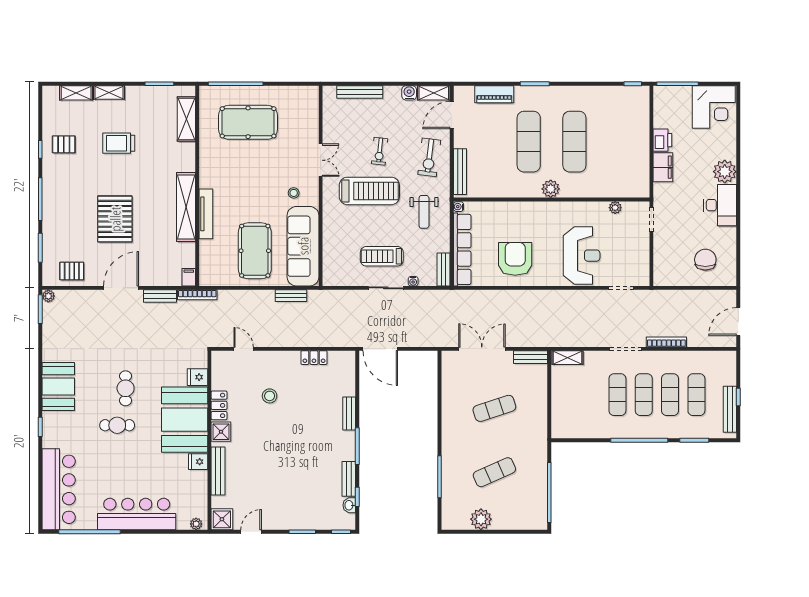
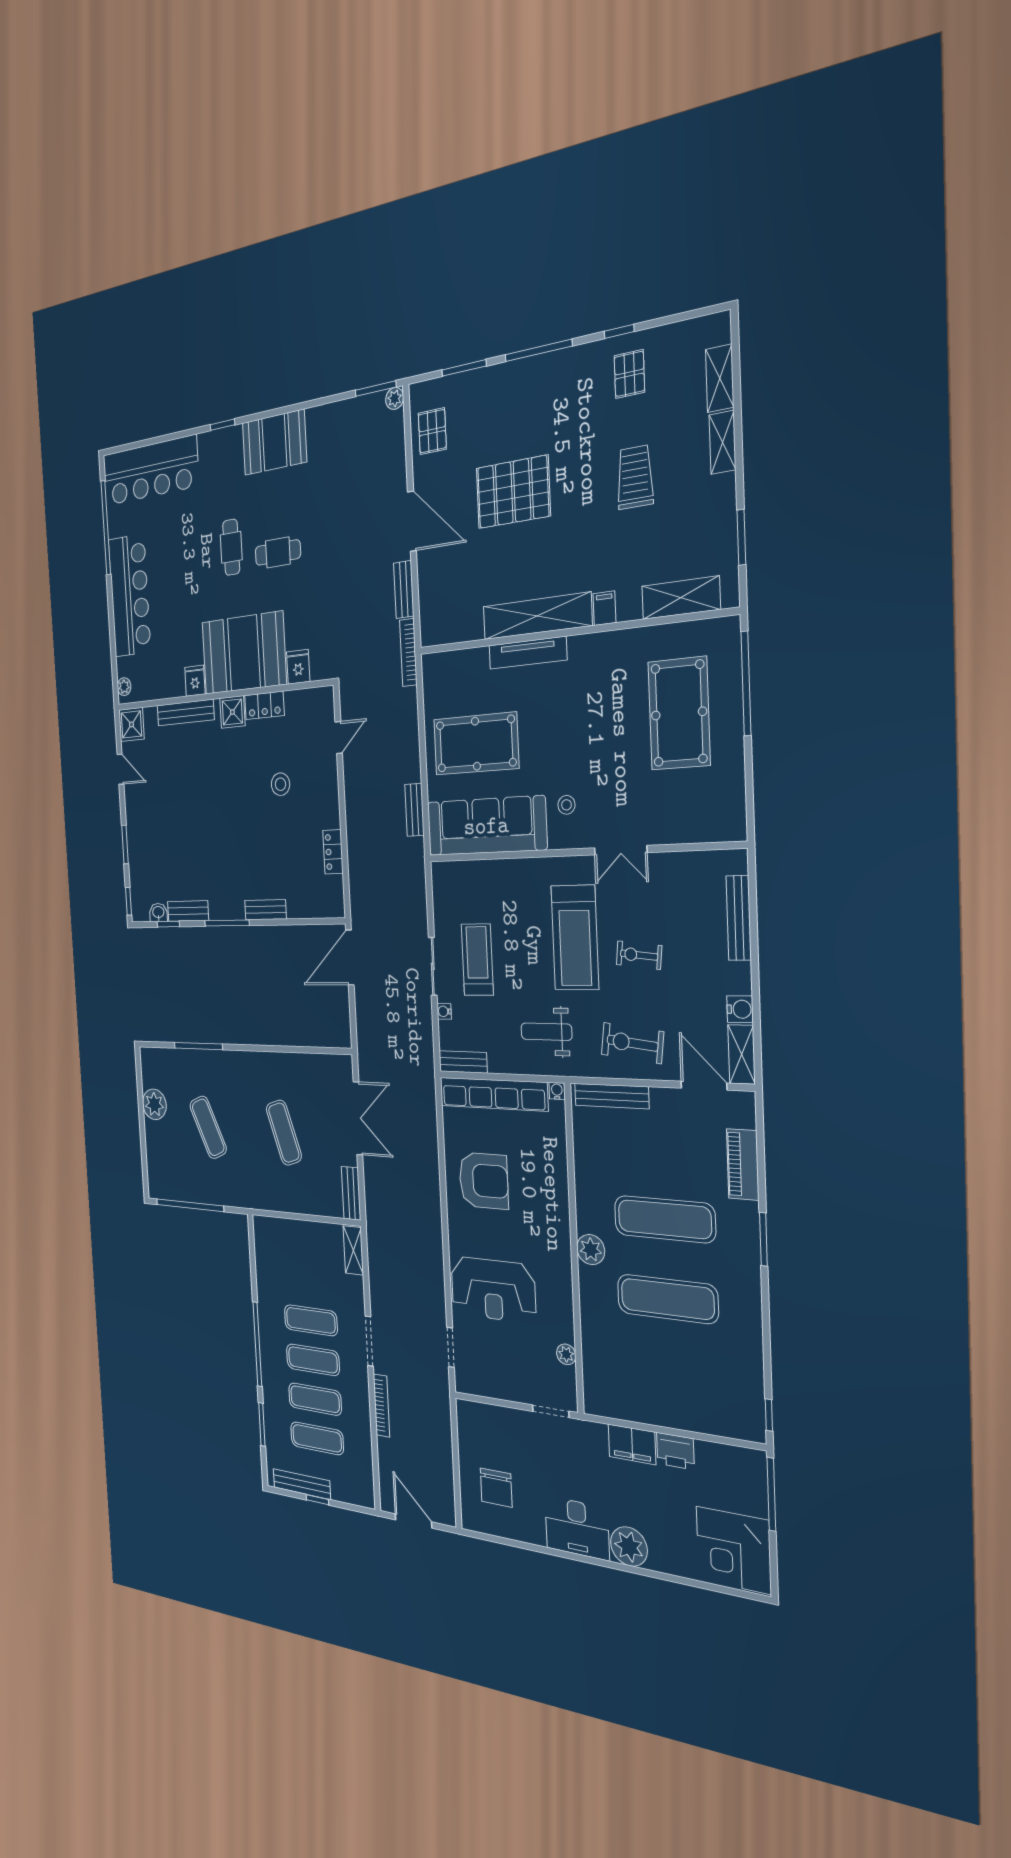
chair: (705, 260) -> (496, 1488), turned 90
filing cabinet: (189, 277) -> (605, 608), moved, turned -90

